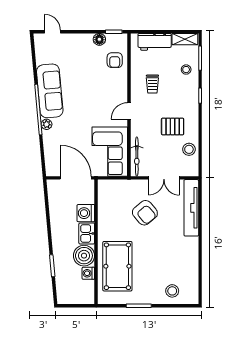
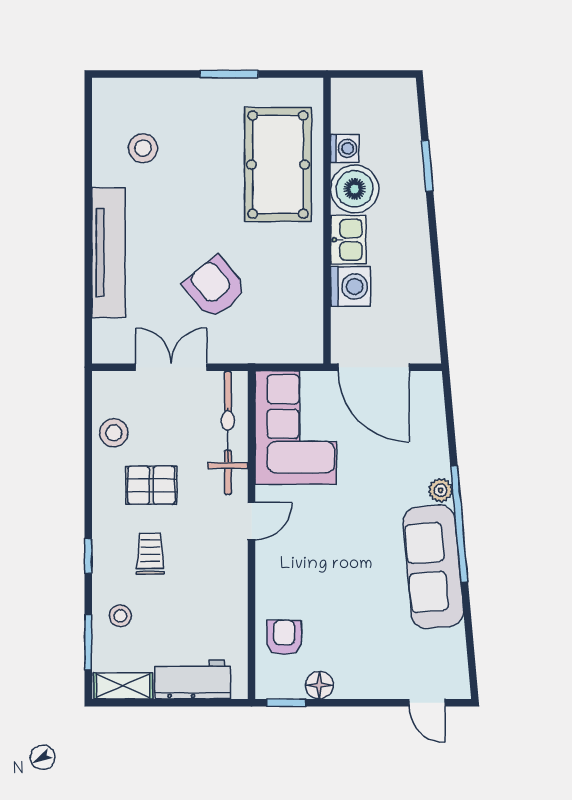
trolley: (152, 84) -> (150, 554), moved
bicycle: (137, 157) -> (228, 433), width x1.37, depth x1.40
tv unit: (191, 208) -> (108, 253), moved
stool: (172, 291) -> (143, 148), moved

